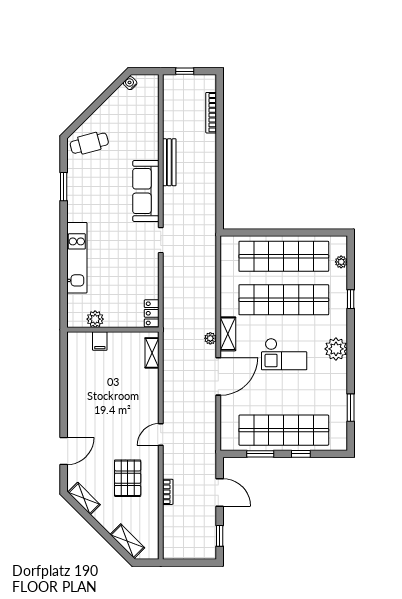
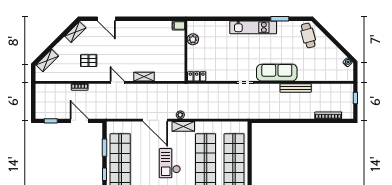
kitchen unit: (77, 258) -> (253, 27), moved
filing cabinet: (100, 341) -> (178, 25), moved
shelving: (152, 353) -> (144, 77), moved
pallet: (128, 478) -> (89, 61), width x0.67, depth x0.71
door: (220, 492) -> (79, 121), swing flipped

